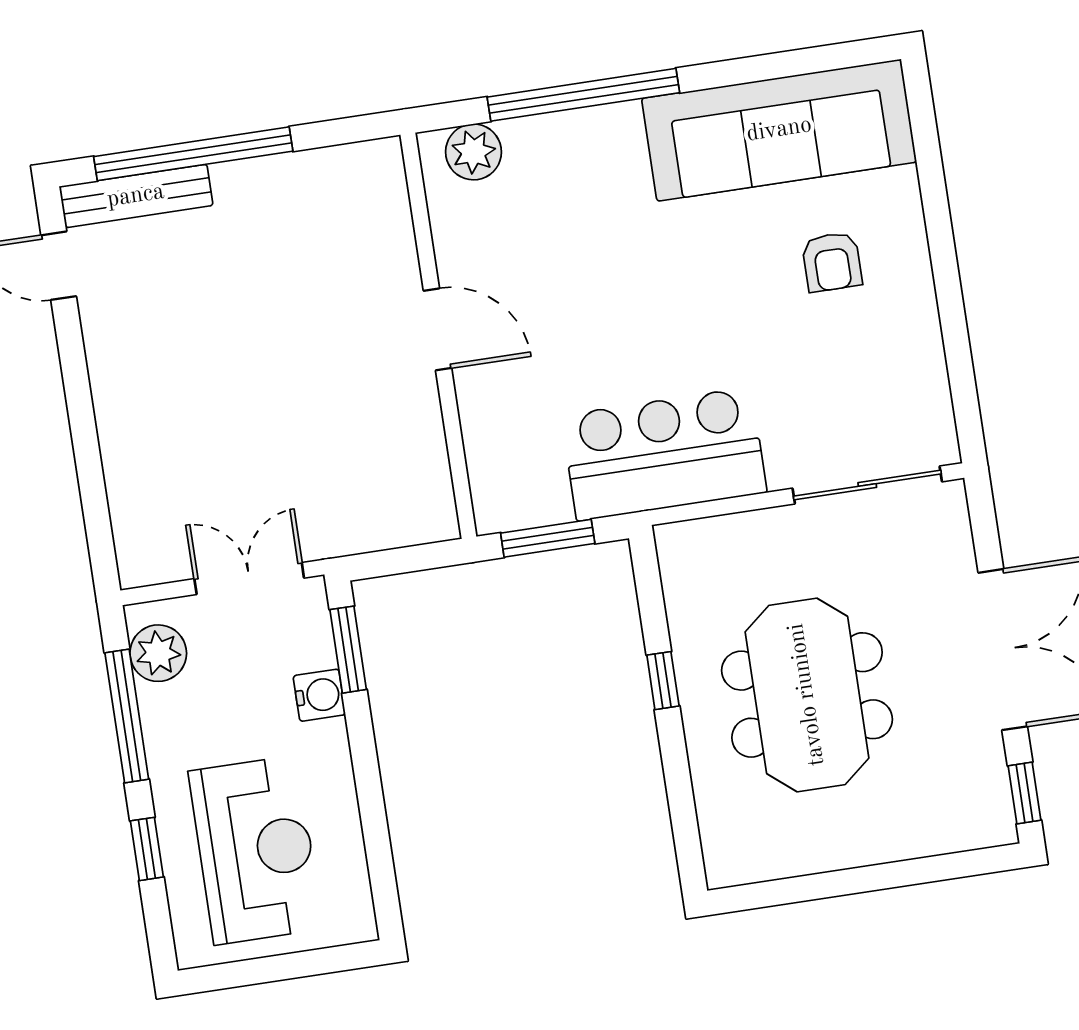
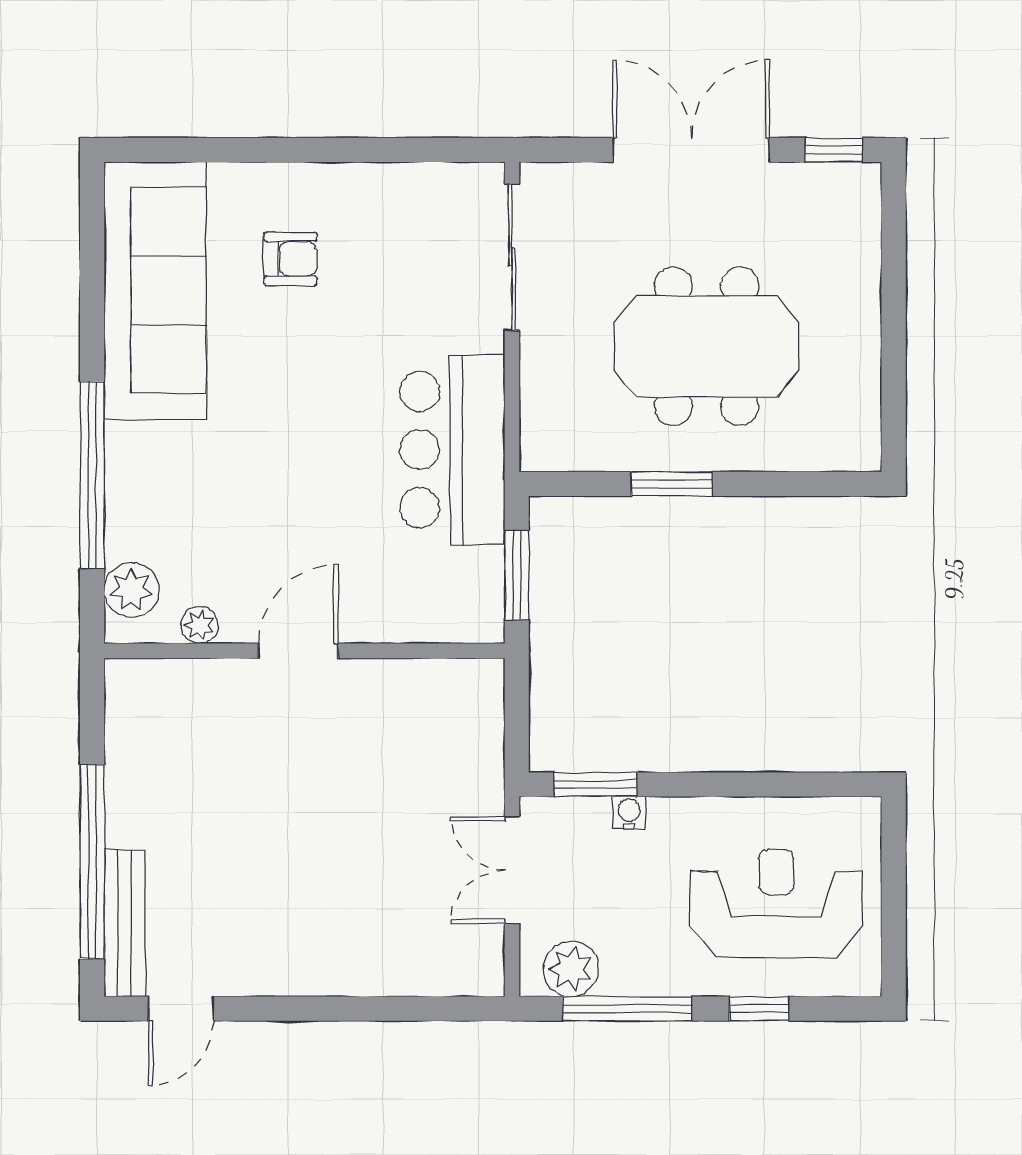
plant: (449, 226) -> (200, 625), added
window: (663, 681) -> (672, 484), width x1.50
water cooler: (319, 695) -> (629, 813), width x0.72, depth x0.72

